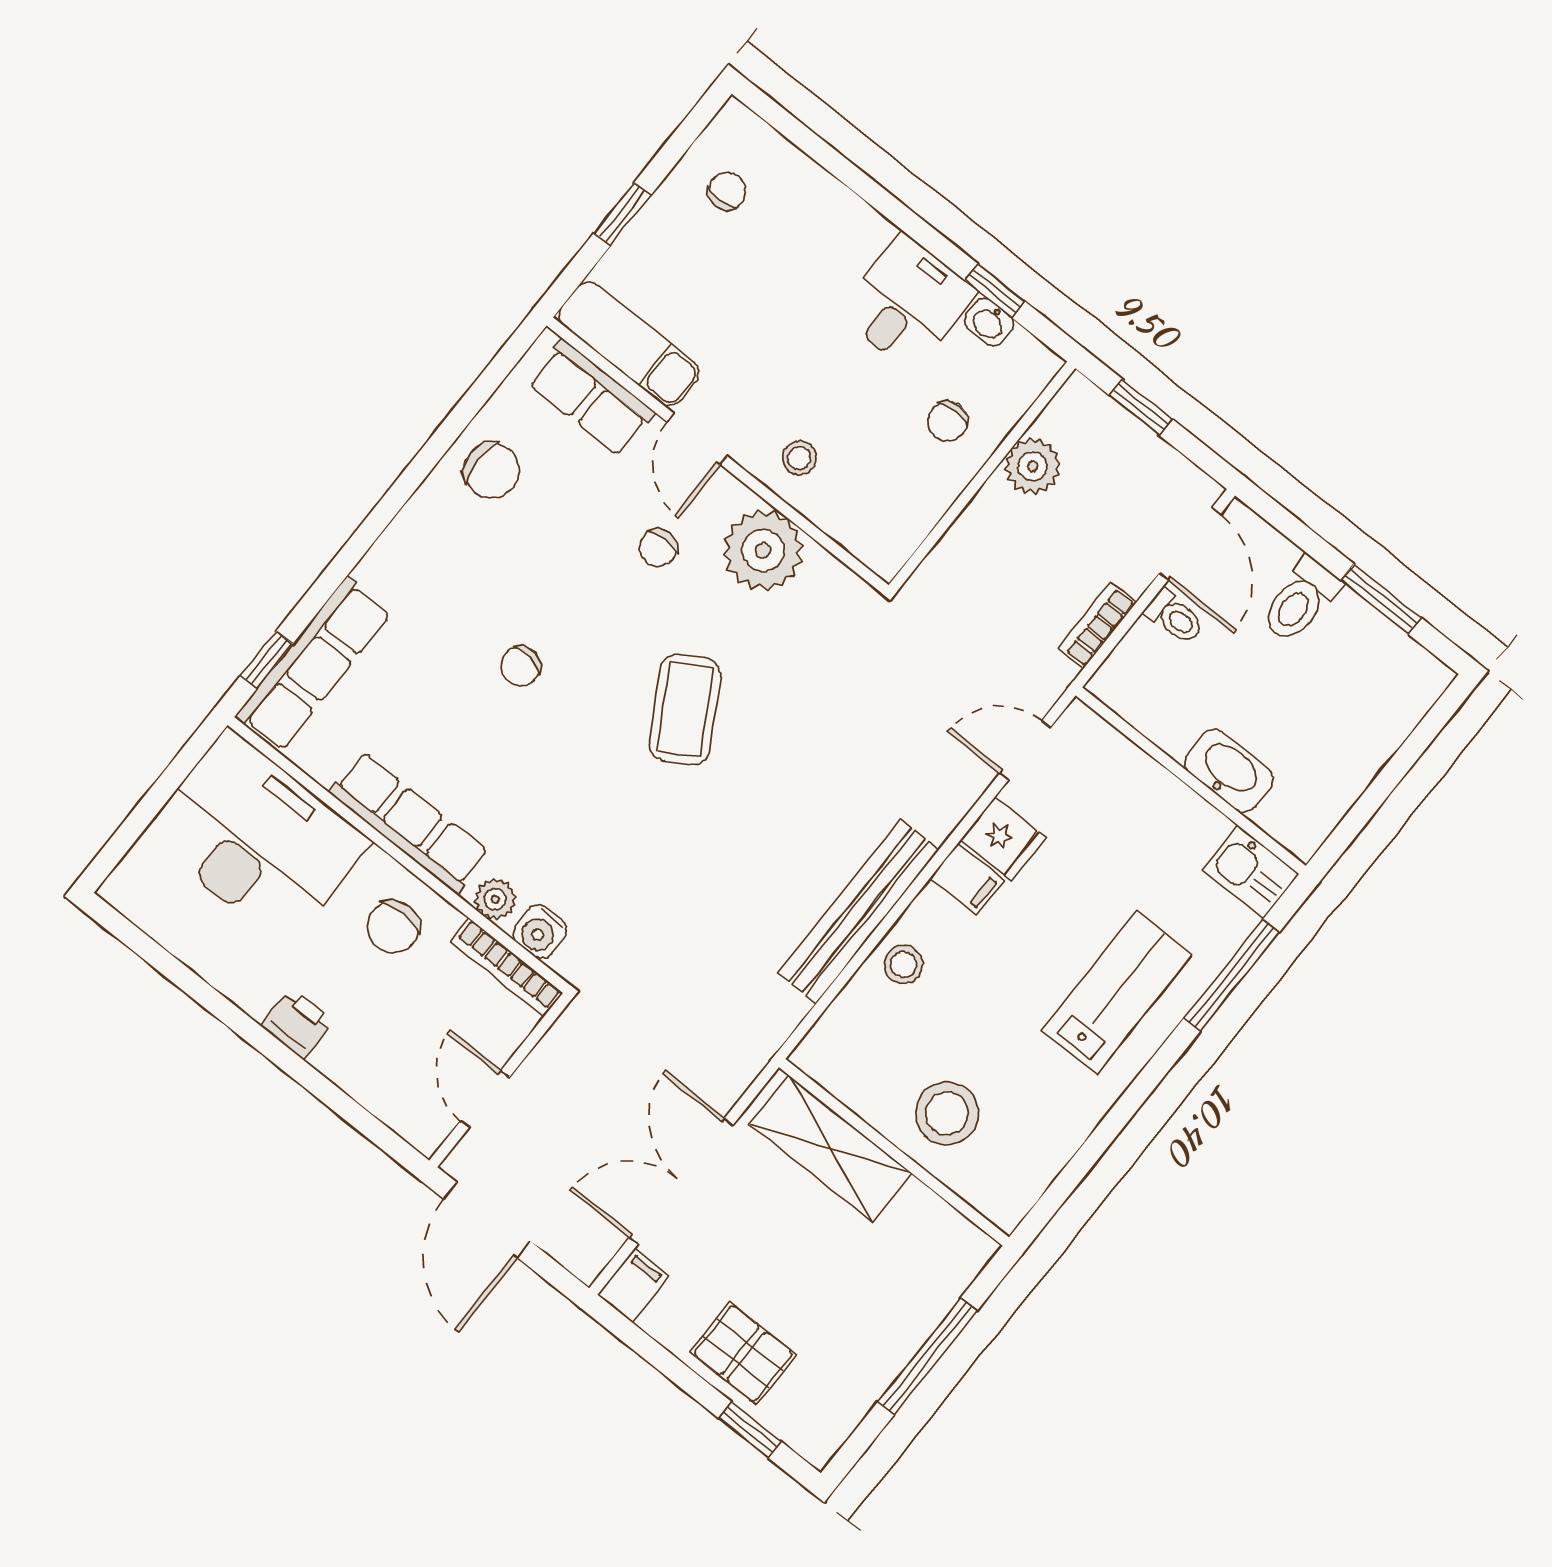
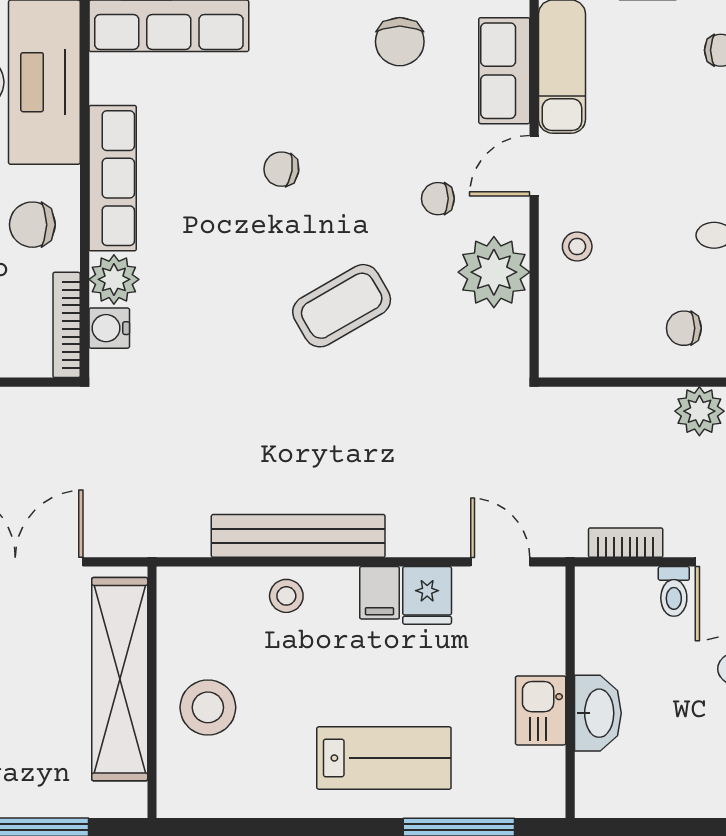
kitchen sink: (1251, 872) -> (541, 710), moved
plant: (495, 899) -> (114, 279), width x1.38, depth x1.38
shelving: (831, 1149) -> (120, 679), width x1.47

